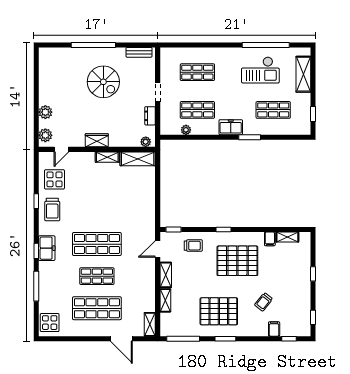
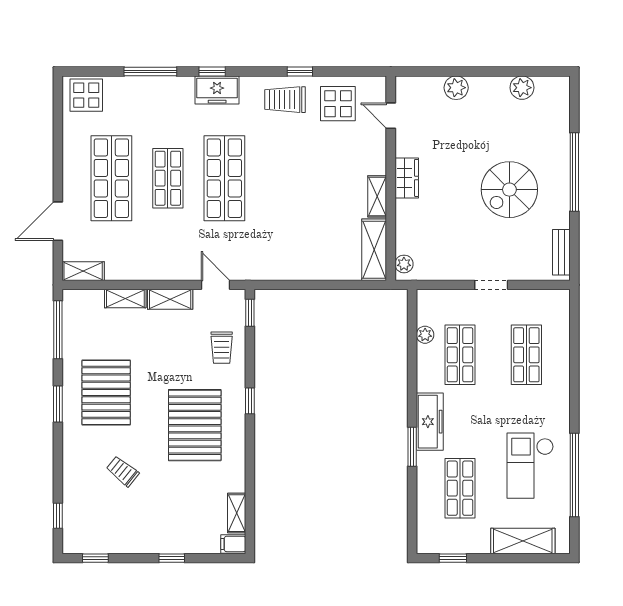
dresser: (150, 116) -> (450, 272), removed
freezer: (231, 127) -> (430, 422), width x1.40
plant: (45, 135) -> (522, 88), moved
filing cabinet: (270, 239) -> (233, 544), moved
filing cabinet: (274, 329) -> (75, 490), removed

